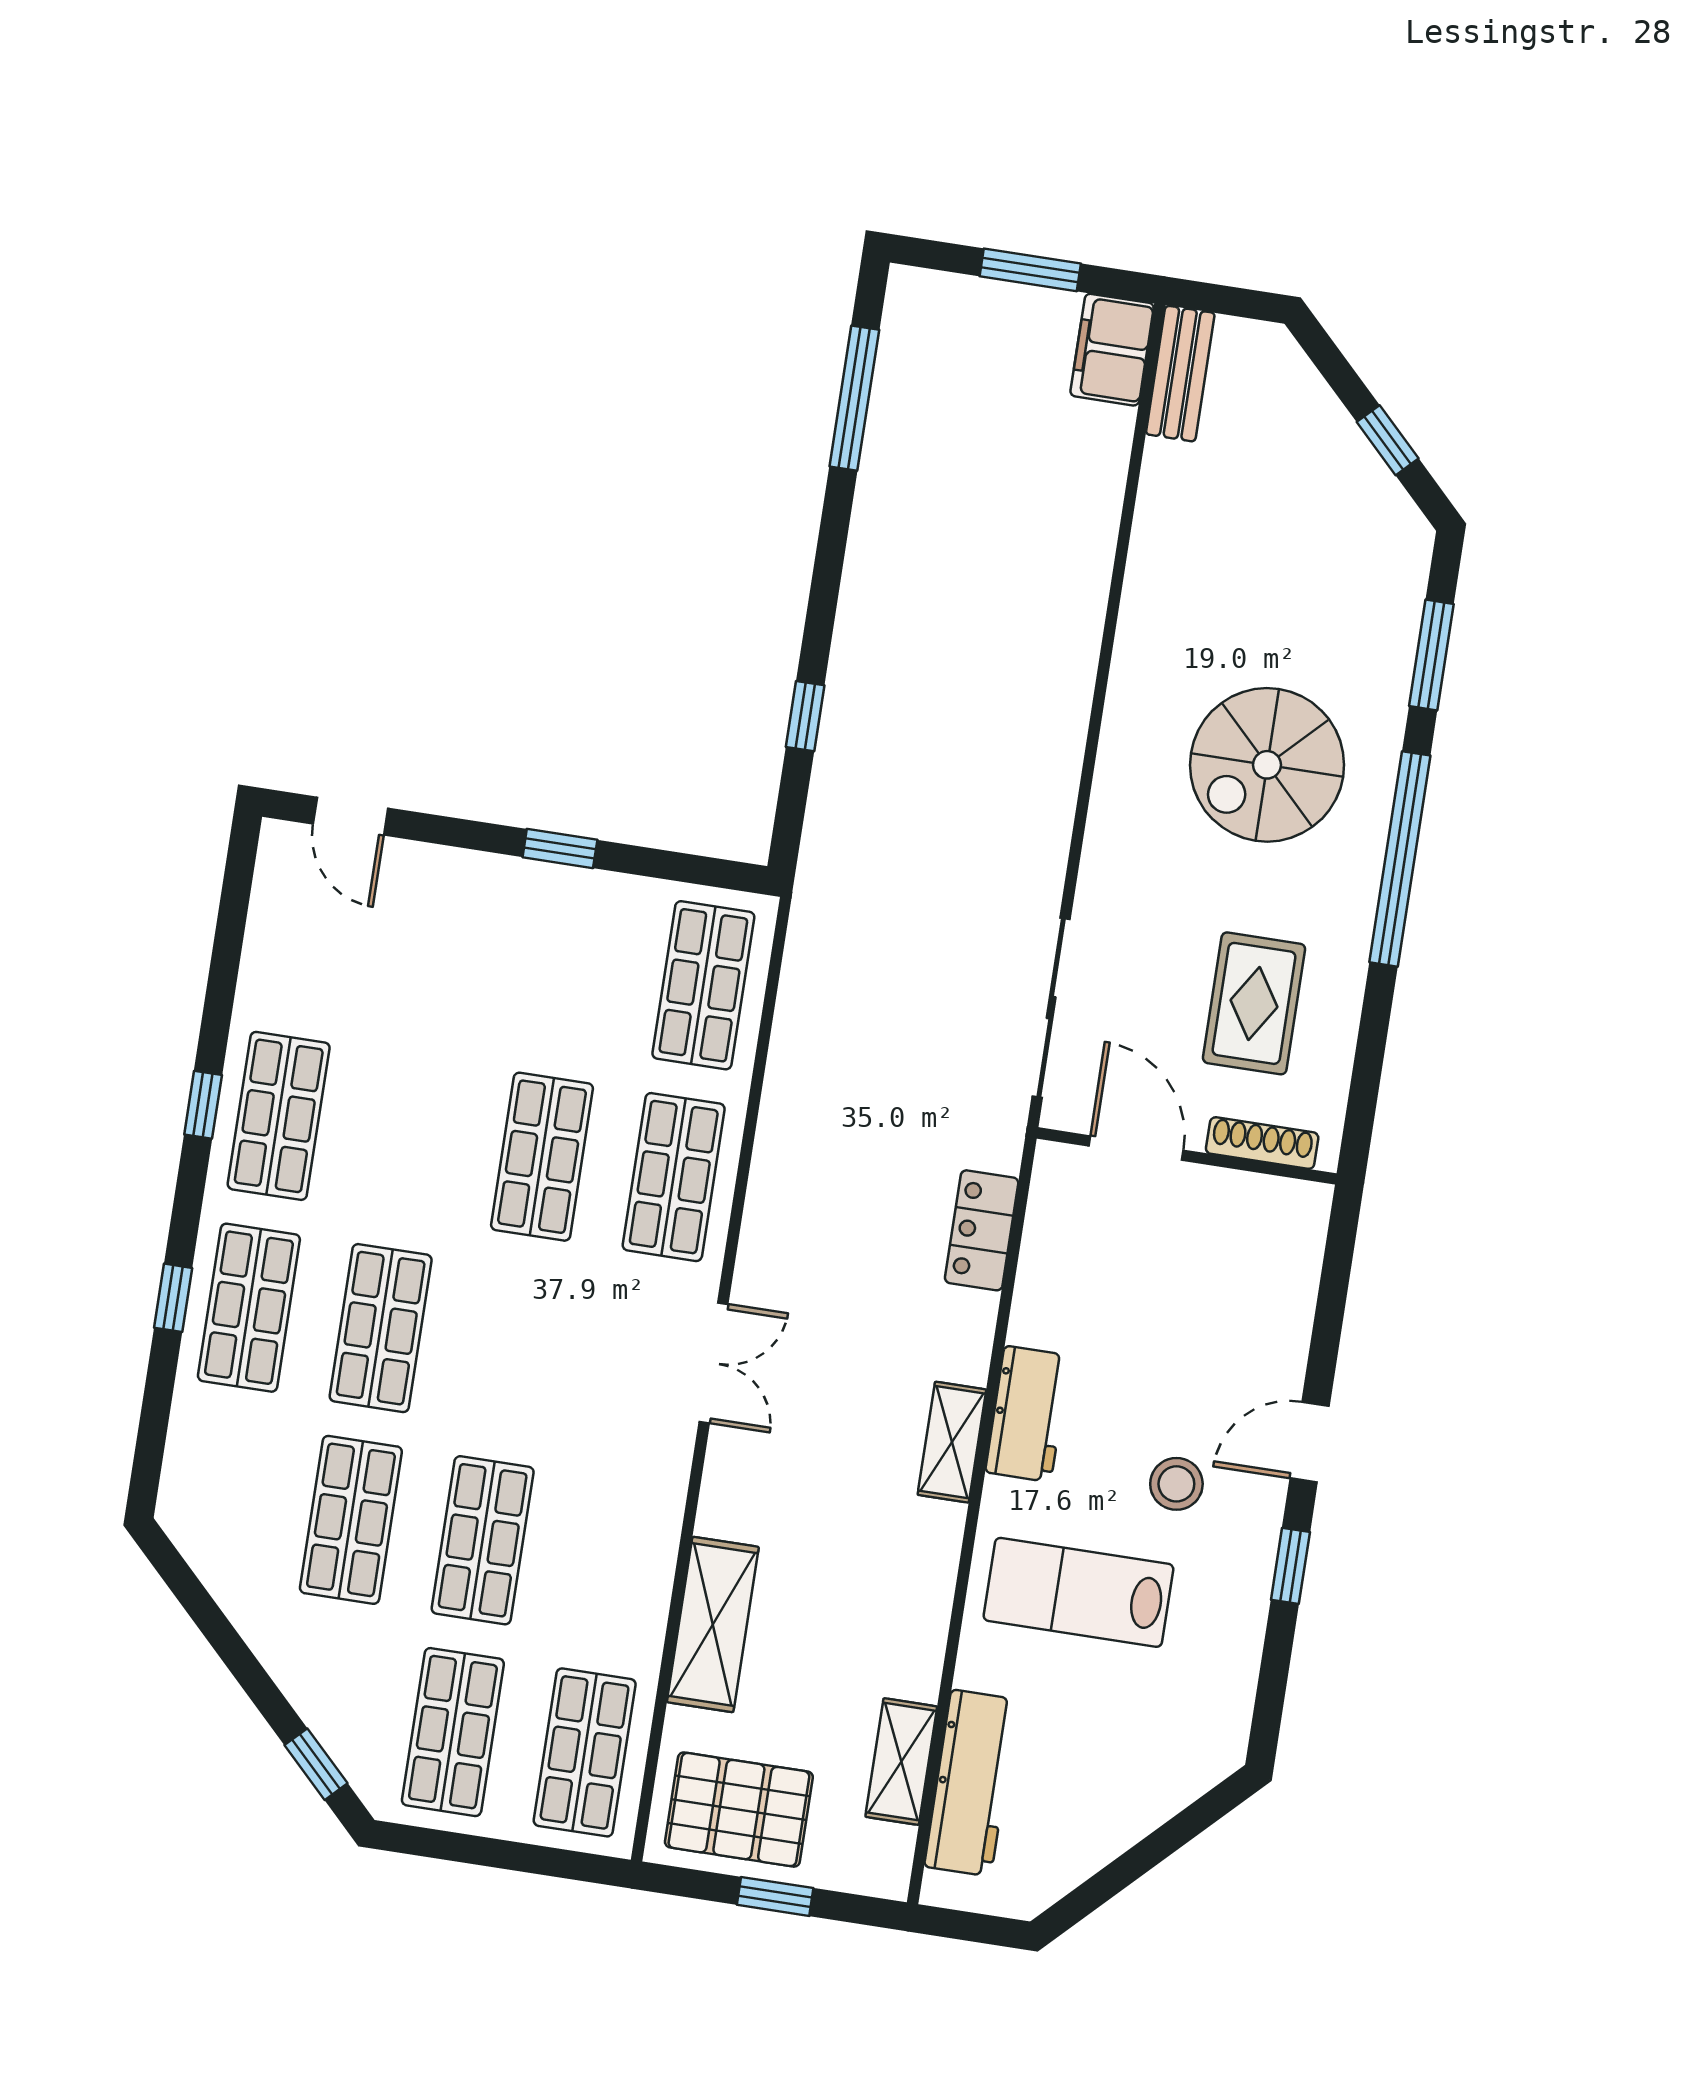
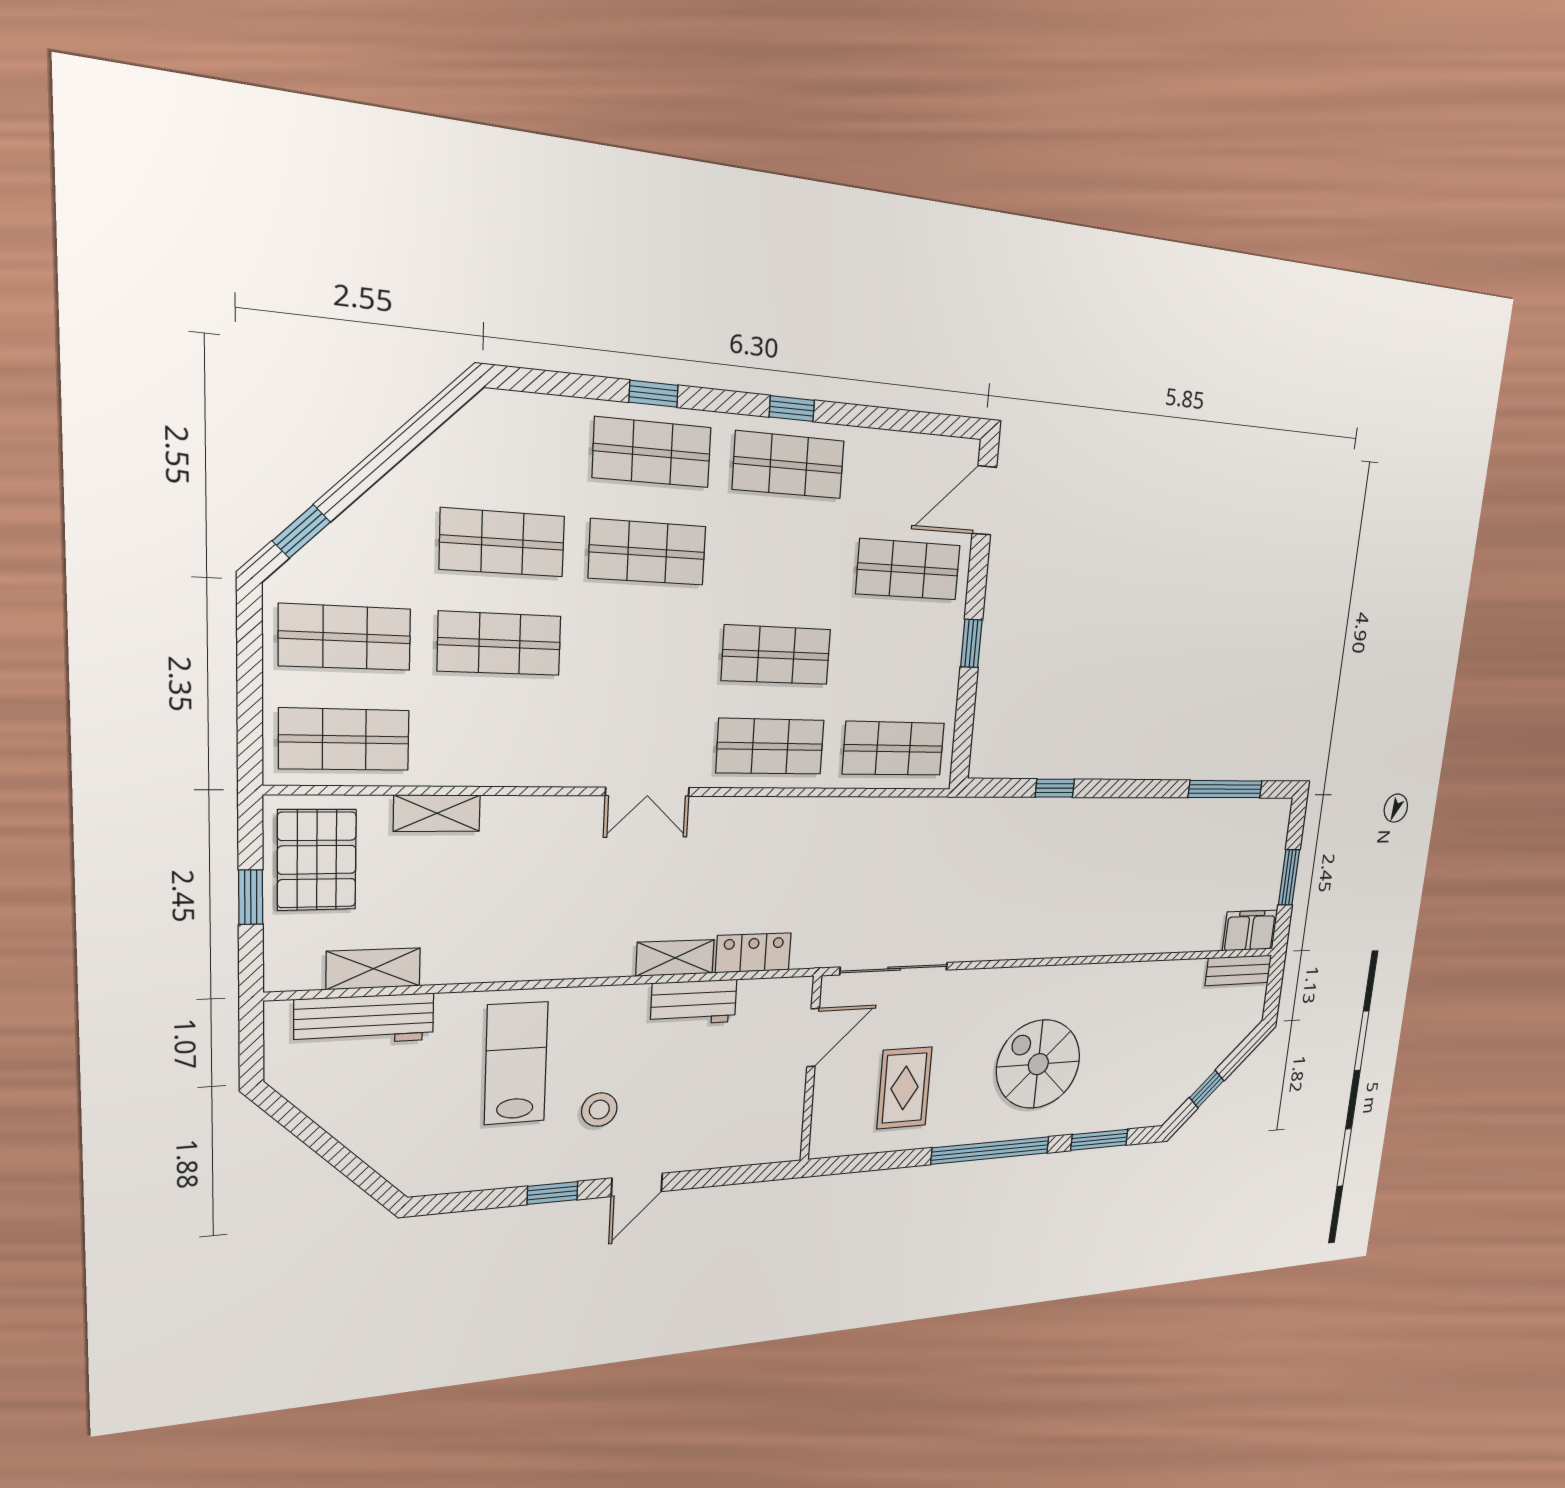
door: (350, 816) -> (984, 500), width x1.38
shop shelf: (440, 945) -> (908, 569), added
rug: (1254, 1003) -> (904, 1088), turned 90
shoe rack: (1262, 1143) -> (822, 1112), removed
workbench: (1028, 1414) -> (694, 1003), moved
shelving: (952, 1442) -> (675, 958), moved
door: (1310, 1442) -> (637, 1185), swing flipped
shelving: (713, 1624) -> (437, 813), width x0.67, depth x0.75

